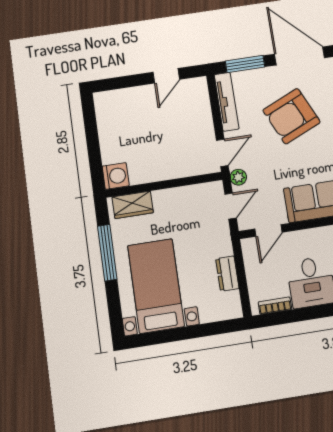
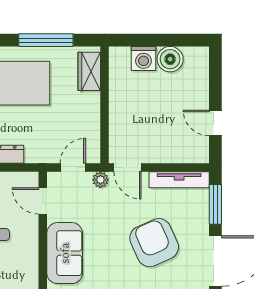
boiler: (110, 128) -> (170, 59), added
washing machine: (116, 176) -> (143, 58), moved
door: (231, 206) -> (73, 168), swing flipped

